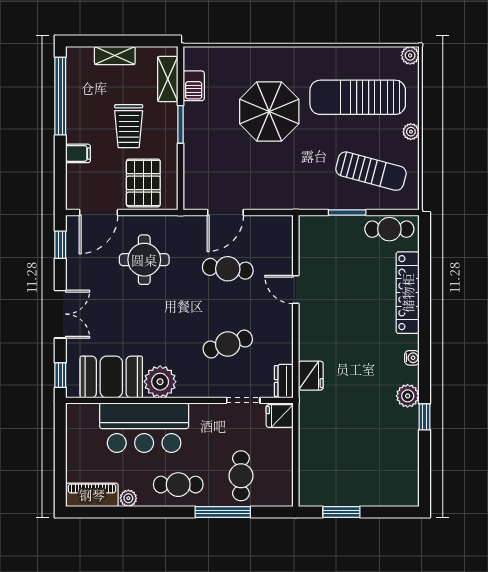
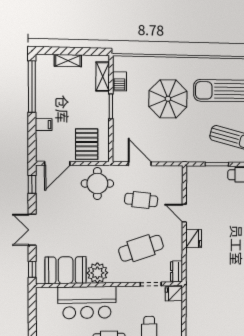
trolley: (129, 126) -> (77, 107), removed
door: (225, 212) -> (140, 164), swing flipped
round table: (144, 260) -> (97, 183), moved
double door: (60, 314) -> (32, 230), swing flipped
cafe table: (228, 344) -> (141, 248), width x1.37, depth x1.35
fridge: (311, 376) -> (194, 239), moved

